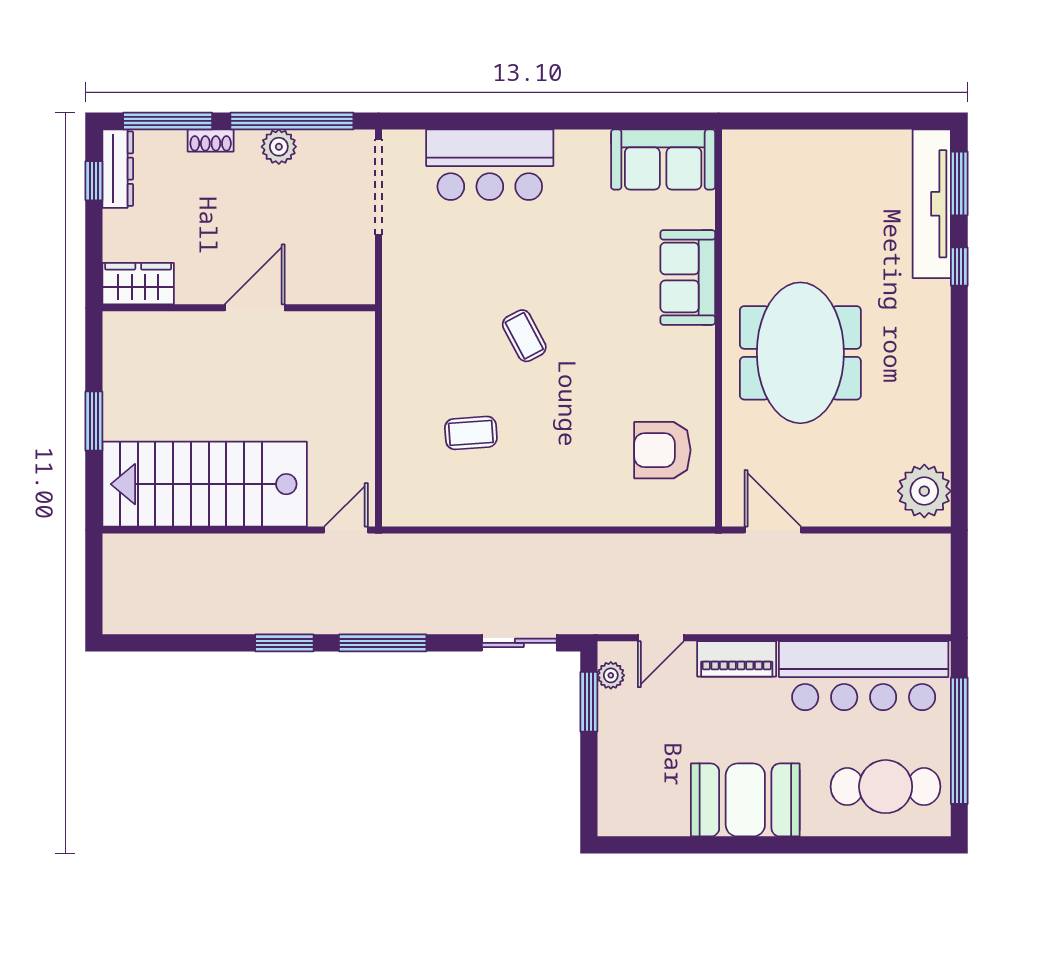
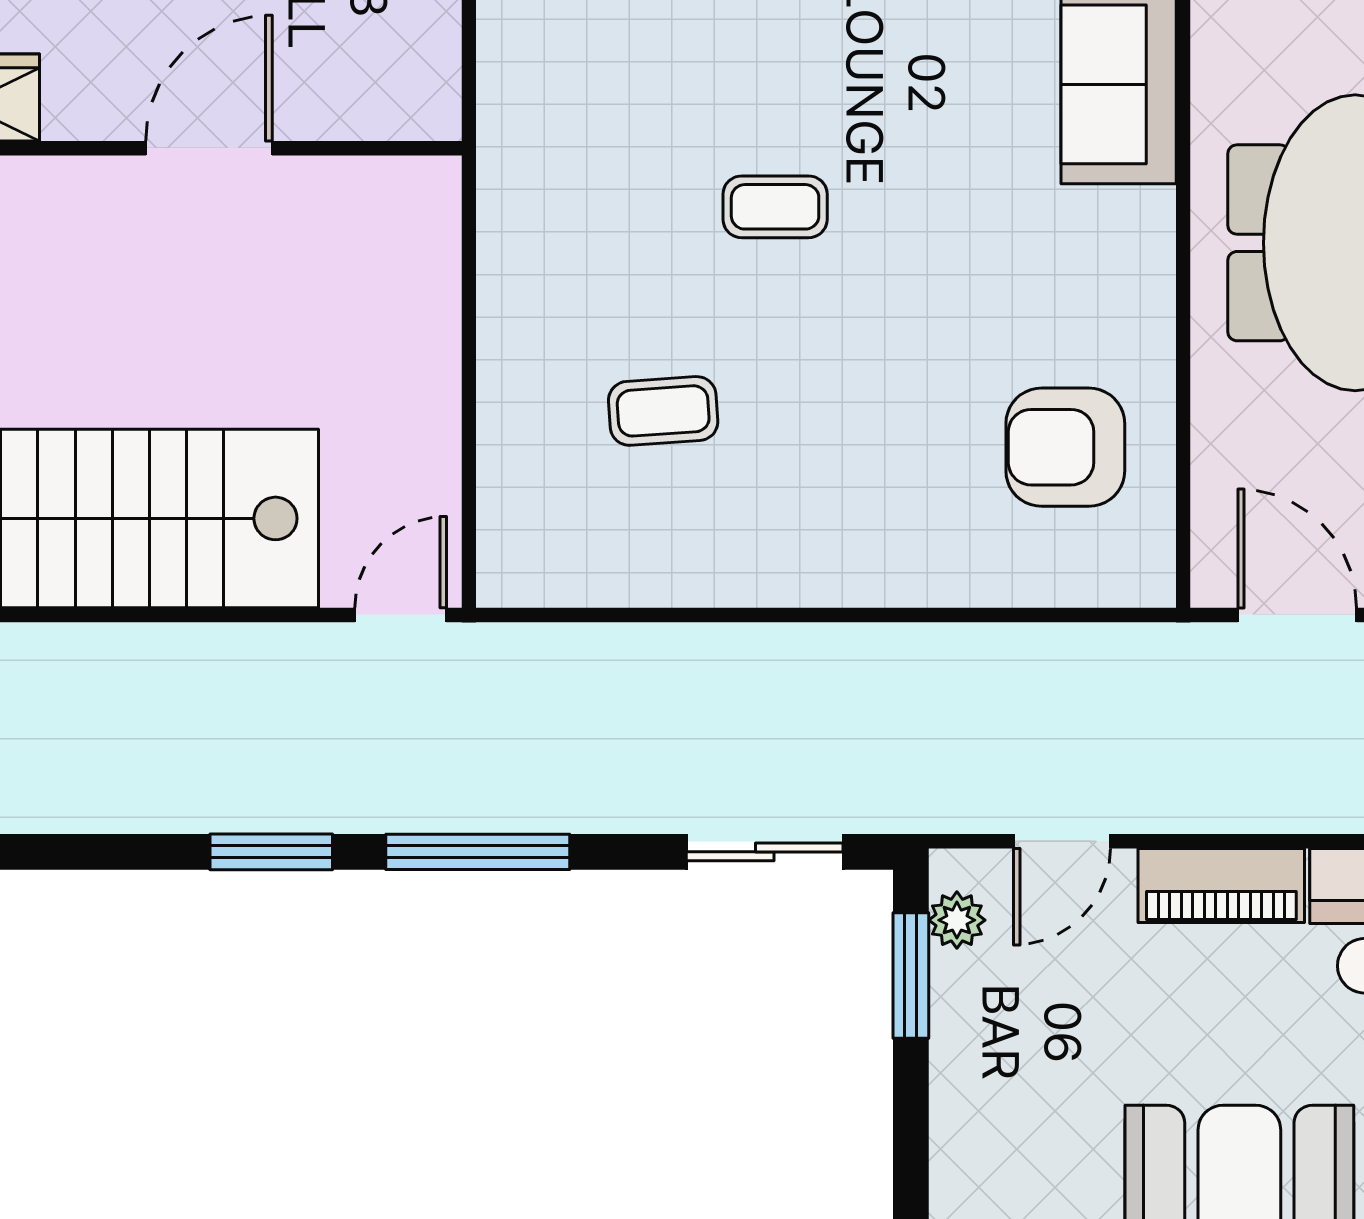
coffee table: (524, 336) -> (775, 207), turned -62

